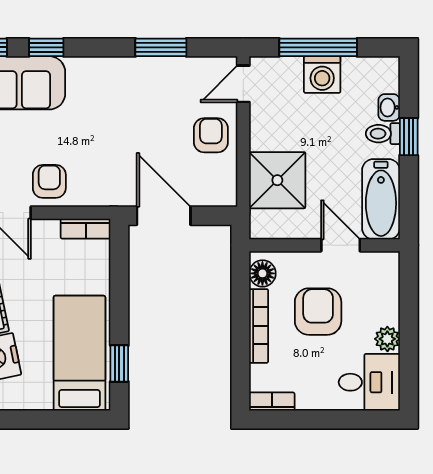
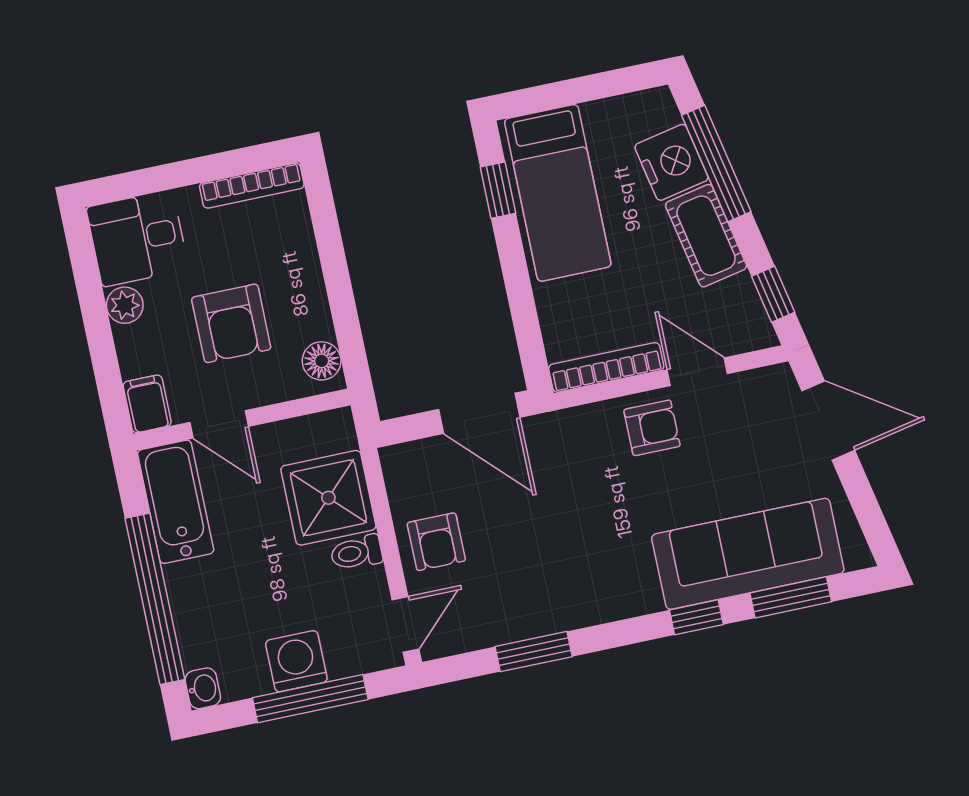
washbasin: (389, 107) -> (203, 688), moved
toilet: (383, 134) -> (356, 553), moved, turned 180
window: (409, 137) -> (155, 599), width x3.17
armchair: (49, 181) -> (652, 428), turned -90
bookcase: (86, 229) -> (606, 367), width x1.56
filing cabinet: (386, 269) -> (147, 404), added
bookcase: (259, 326) -> (311, 285), removed
bookcase: (272, 401) -> (252, 186), width x1.56

